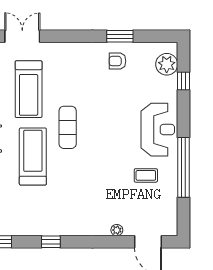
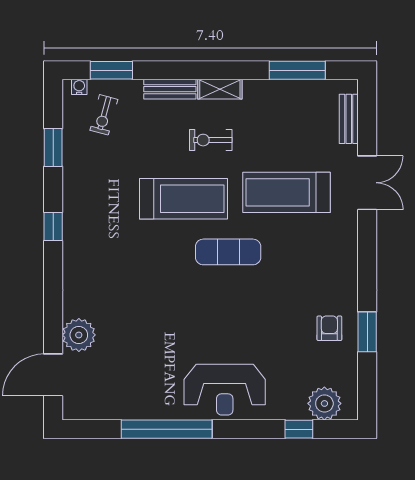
coffee table: (146, 175) -> (155, 372), removed
plant: (117, 230) -> (79, 335), width x1.88, depth x1.88

